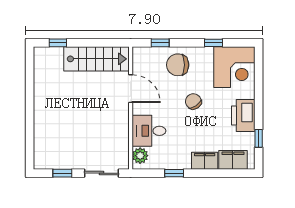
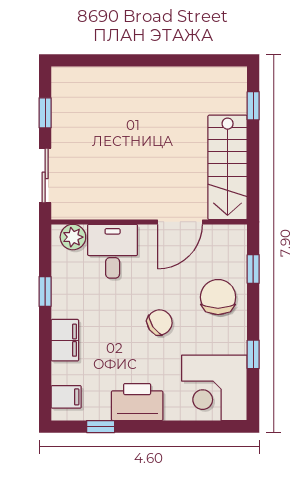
filing cabinet: (233, 160) -> (66, 397), width x0.50

